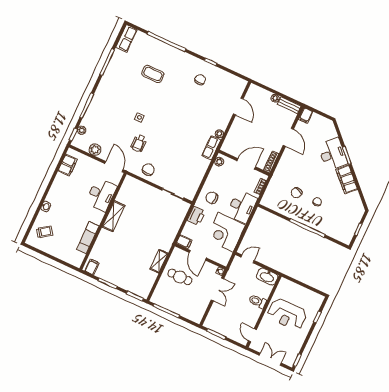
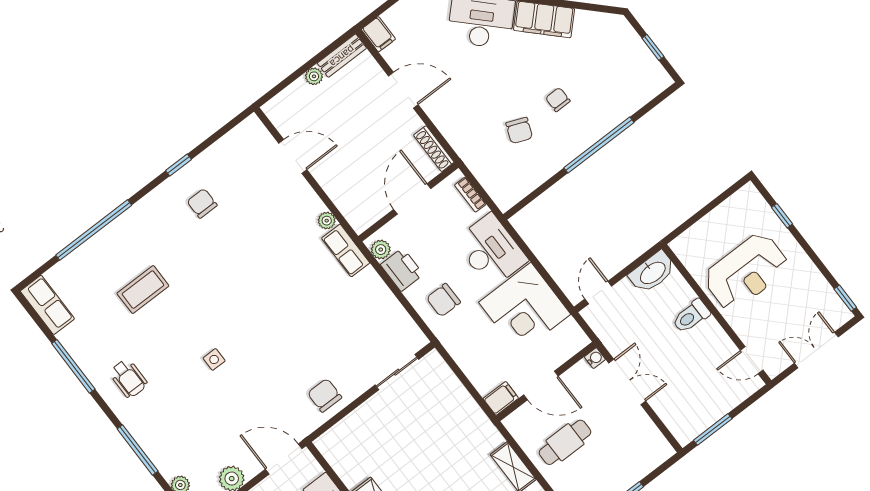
wheelchair: (139, 143) -> (128, 378), moved
printer: (196, 216) -> (402, 270), moved

